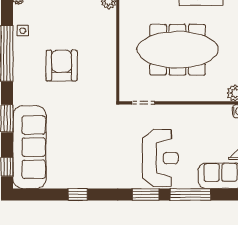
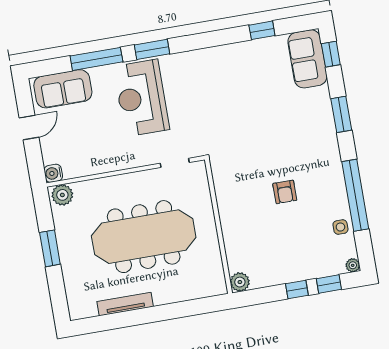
armchair: (61, 66) -> (285, 192), width x0.53, depth x0.53
sofa: (29, 147) -> (307, 59), width x0.54, depth x0.79
window: (78, 195) -> (262, 30), moved

